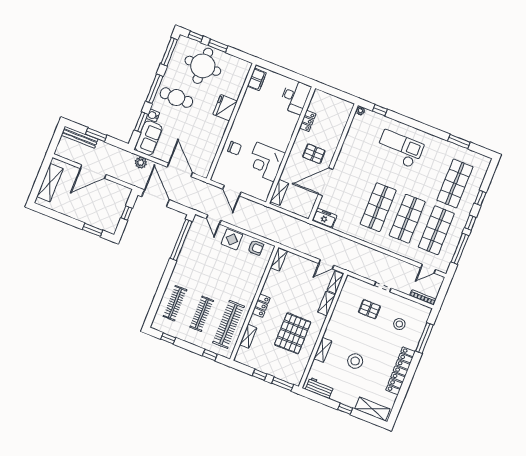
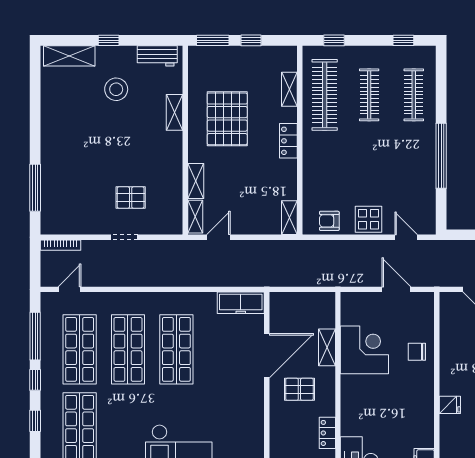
fridge: (225, 108) -> (450, 405), width x0.53, depth x0.75
shelving: (279, 192) -> (327, 347), moved
freezer: (324, 218) -> (241, 303), width x1.40
window: (181, 240) -> (441, 156), moved
stool: (399, 324) -> (79, 193), removed
stool: (355, 361) -> (116, 89), moved
locker: (400, 371) -> (51, 127), removed

